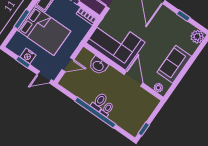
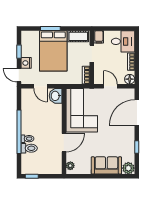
nightstand: (28, 56) -> (26, 63), moved
sofa: (174, 64) -> (106, 165), moved
washbasin: (98, 66) -> (56, 96), moved
toilet: (99, 102) -> (29, 148), moved

